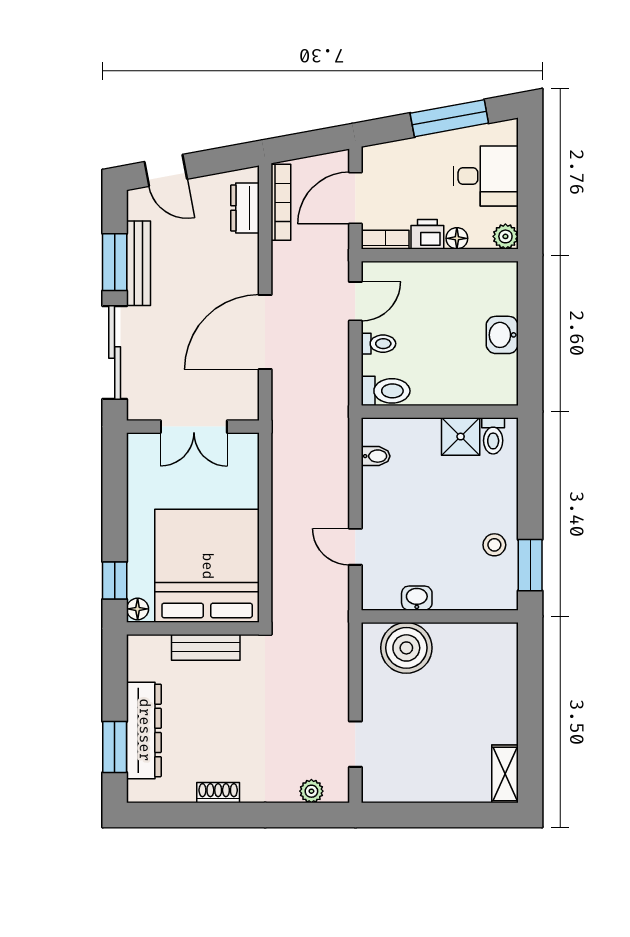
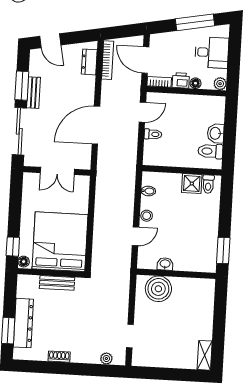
door: (355, 198) -> (145, 60), hinge flipped
bench: (138, 263) -> (34, 93), width x0.73
toilet: (386, 391) -> (210, 151), moved, turned 180
stool: (494, 545) -> (147, 216), moved
door: (355, 547) -> (136, 236), swing flipped

